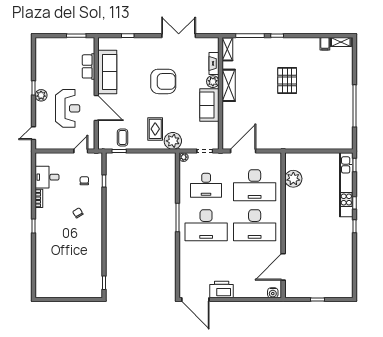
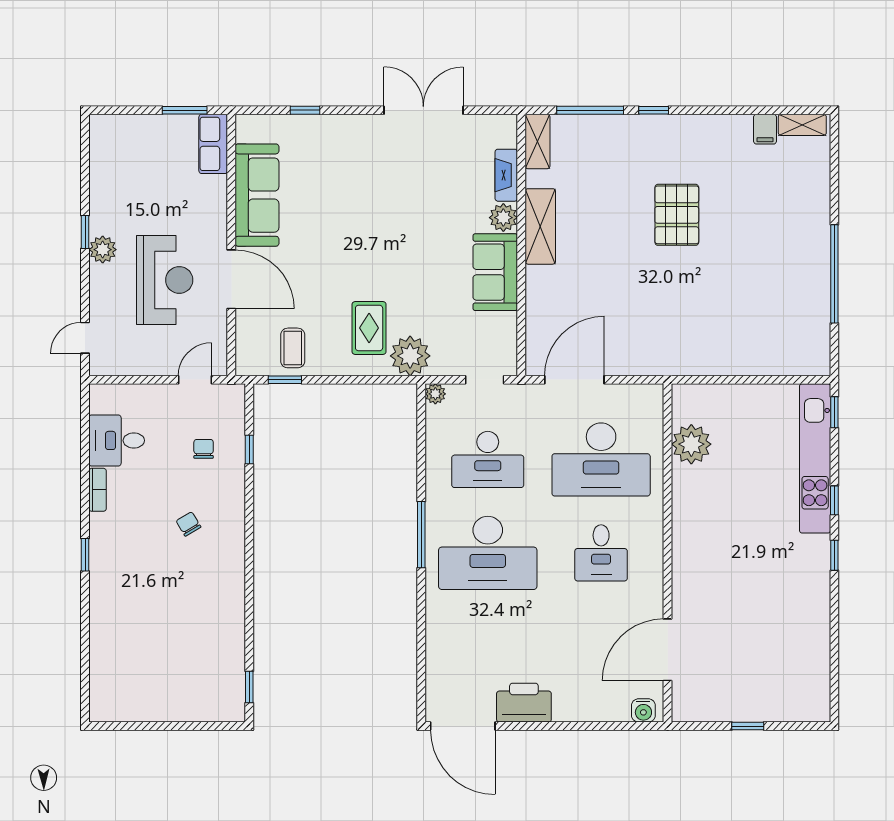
row of seats: (88, 66) -> (213, 144), moved
armchair: (163, 81) -> (388, 217), removed
desk: (255, 225) -> (601, 553), width x0.53, depth x0.77

